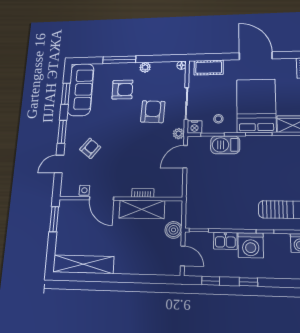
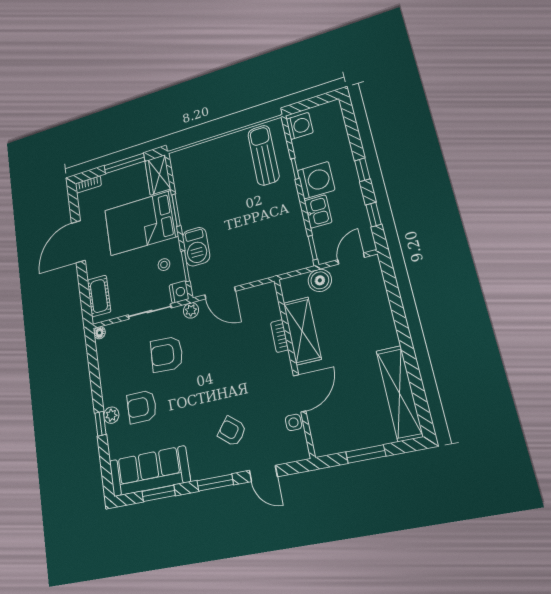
window: (119, 60) -> (100, 424), width x0.46
plant: (145, 67) -> (111, 415), moved
armchair: (122, 90) -> (142, 407), turned -90
window: (54, 219) -> (366, 454), moved

